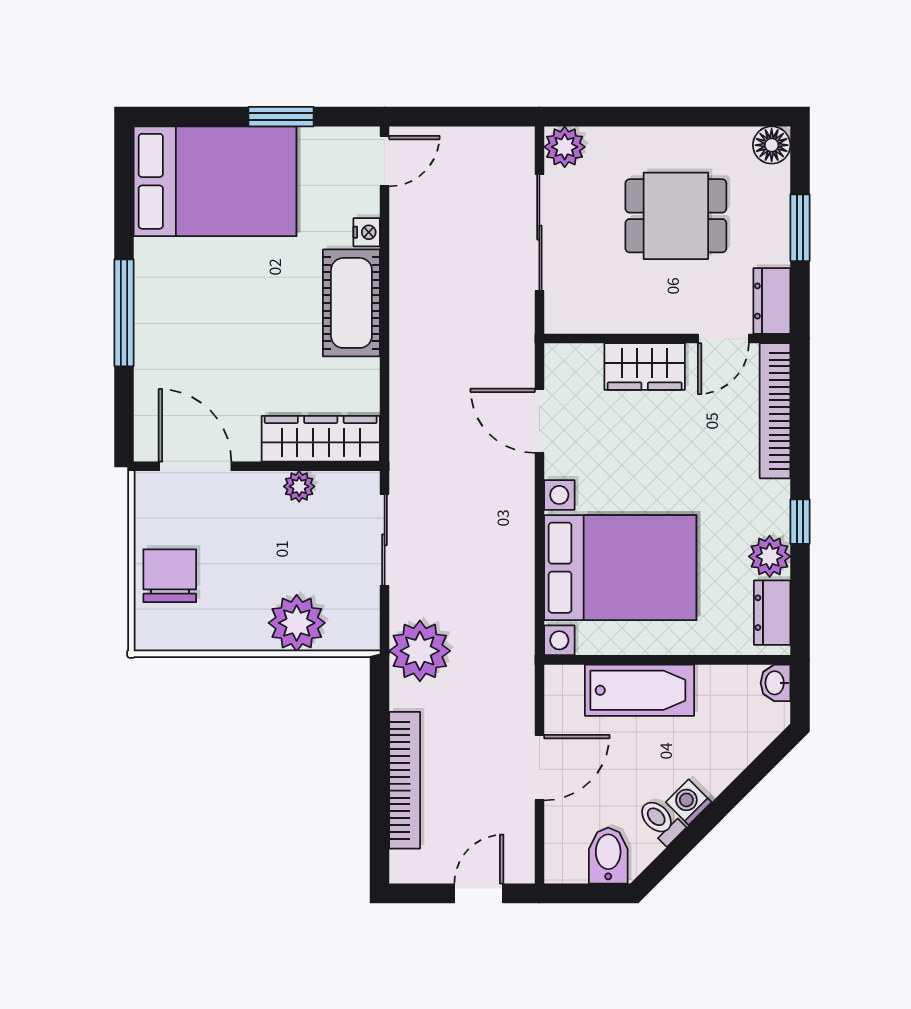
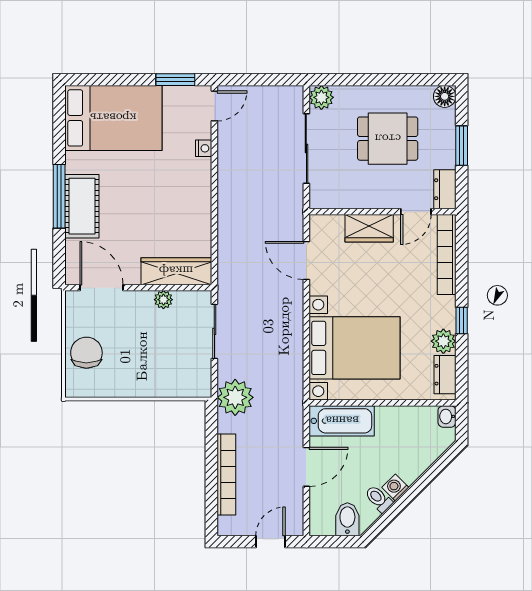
window: (281, 117) -> (175, 80), moved
cot: (351, 303) -> (82, 206), moved
plant: (297, 623) -> (162, 381), removed
bathtub: (640, 690) -> (342, 421), moved

